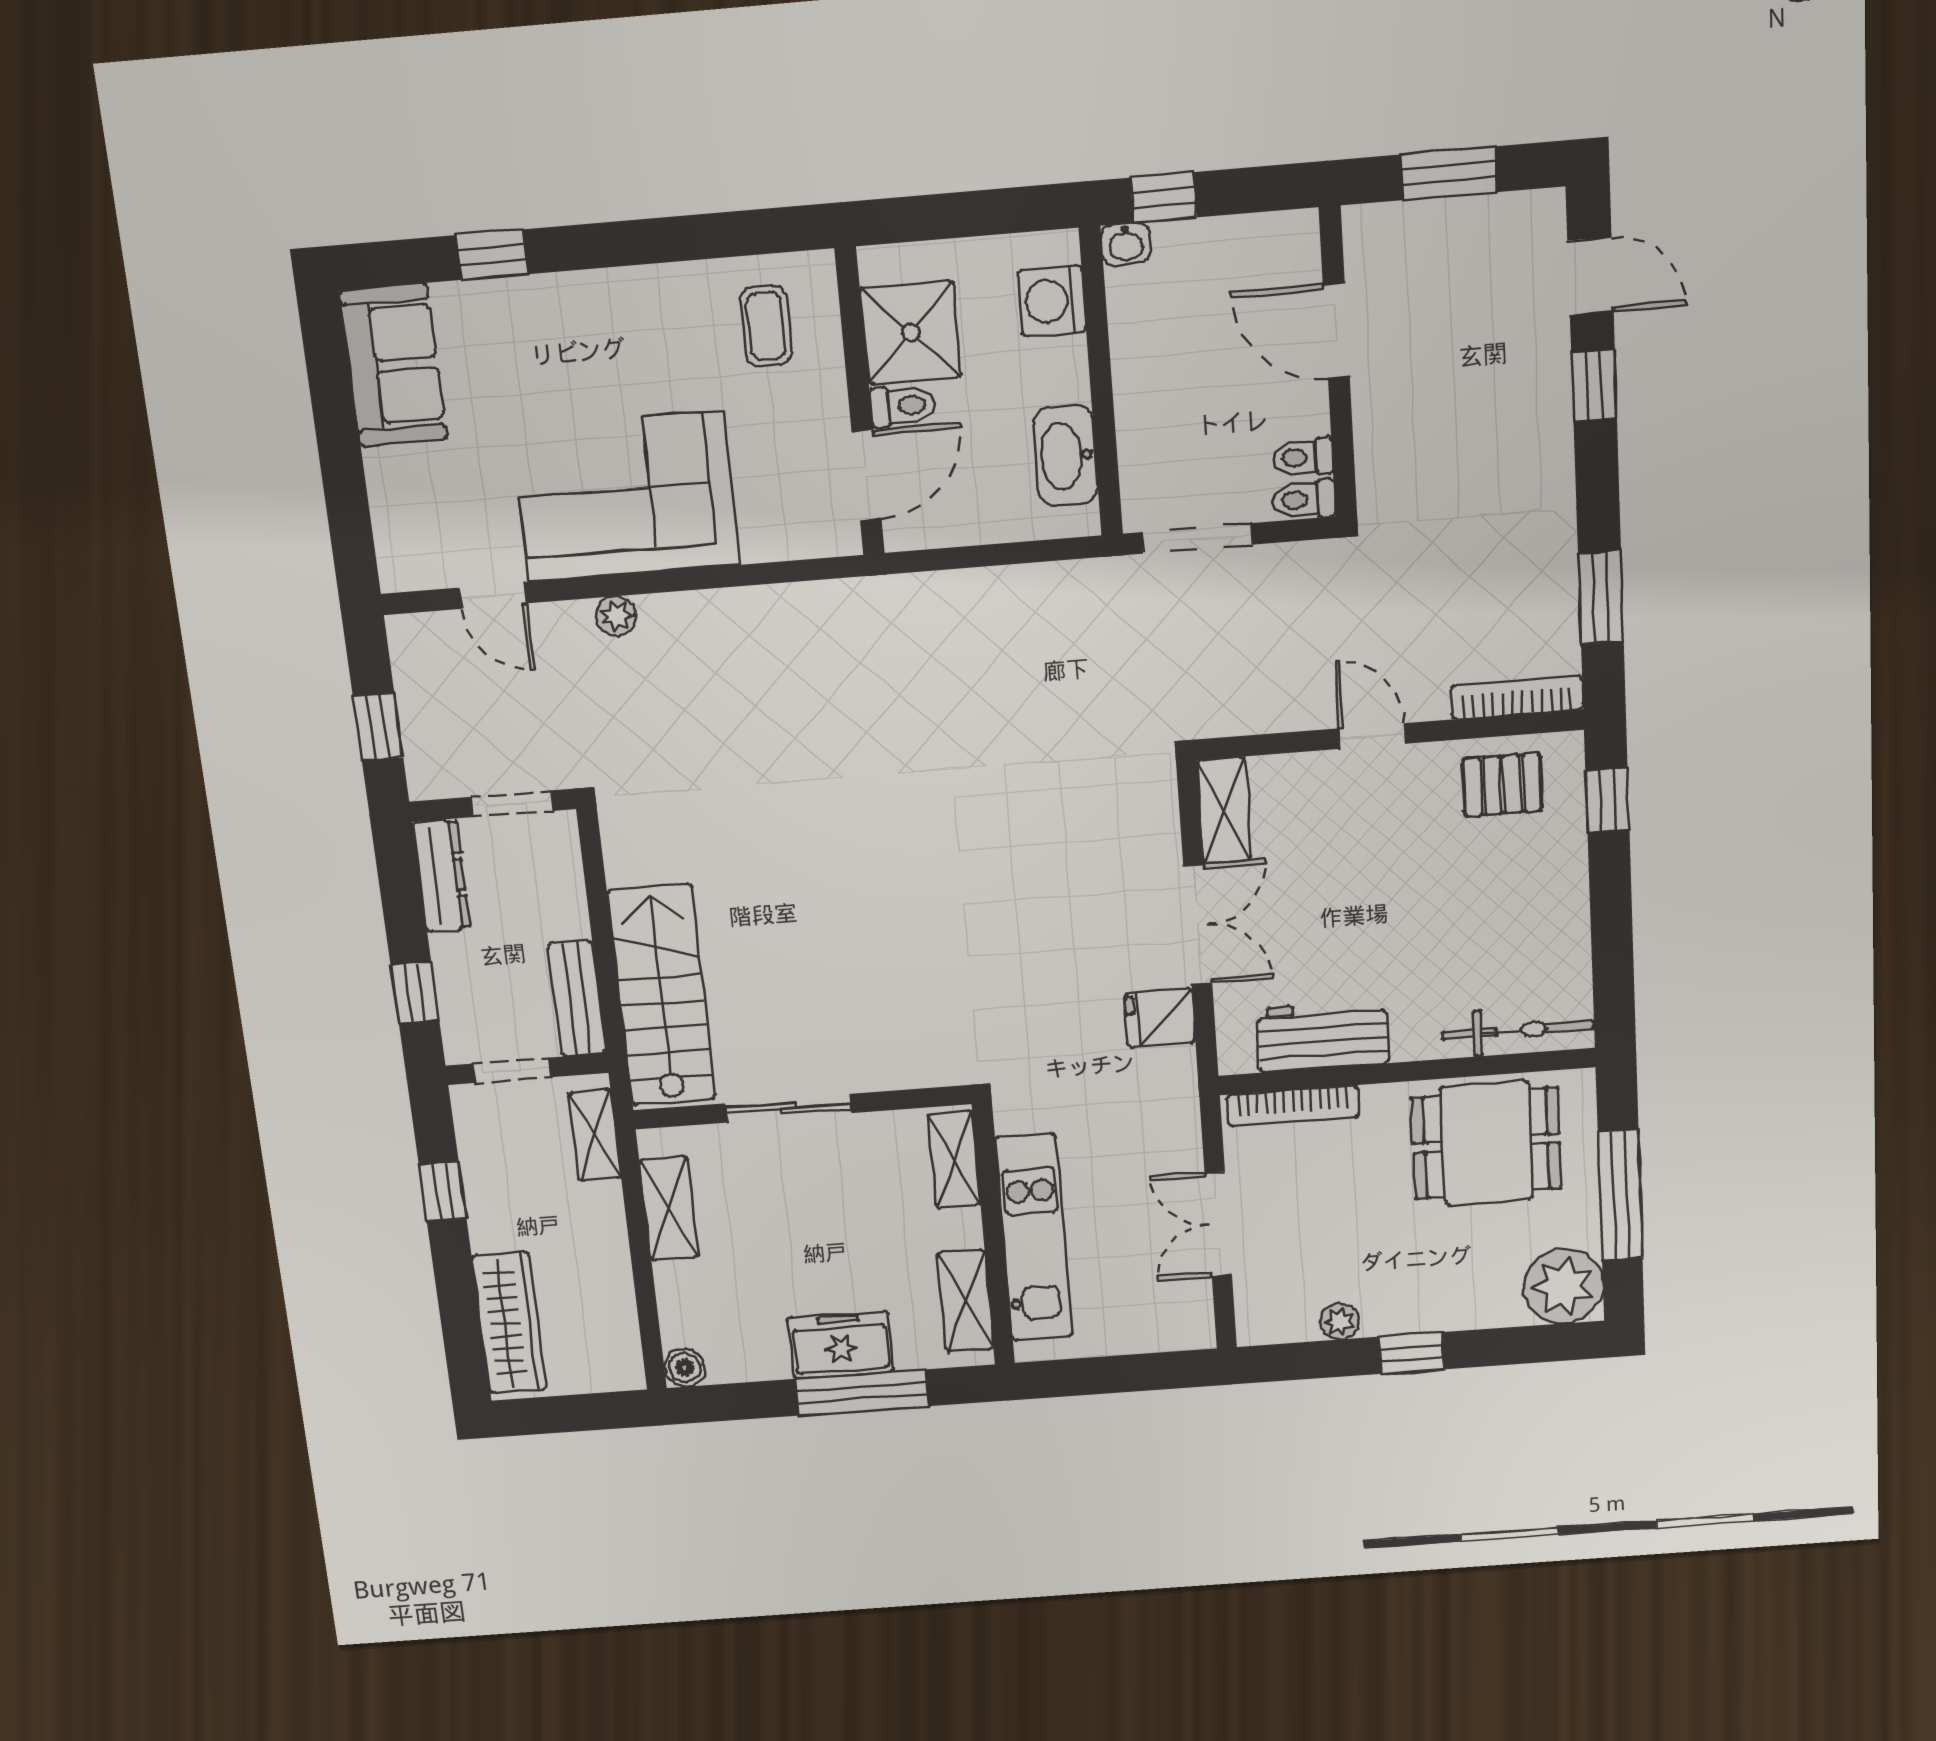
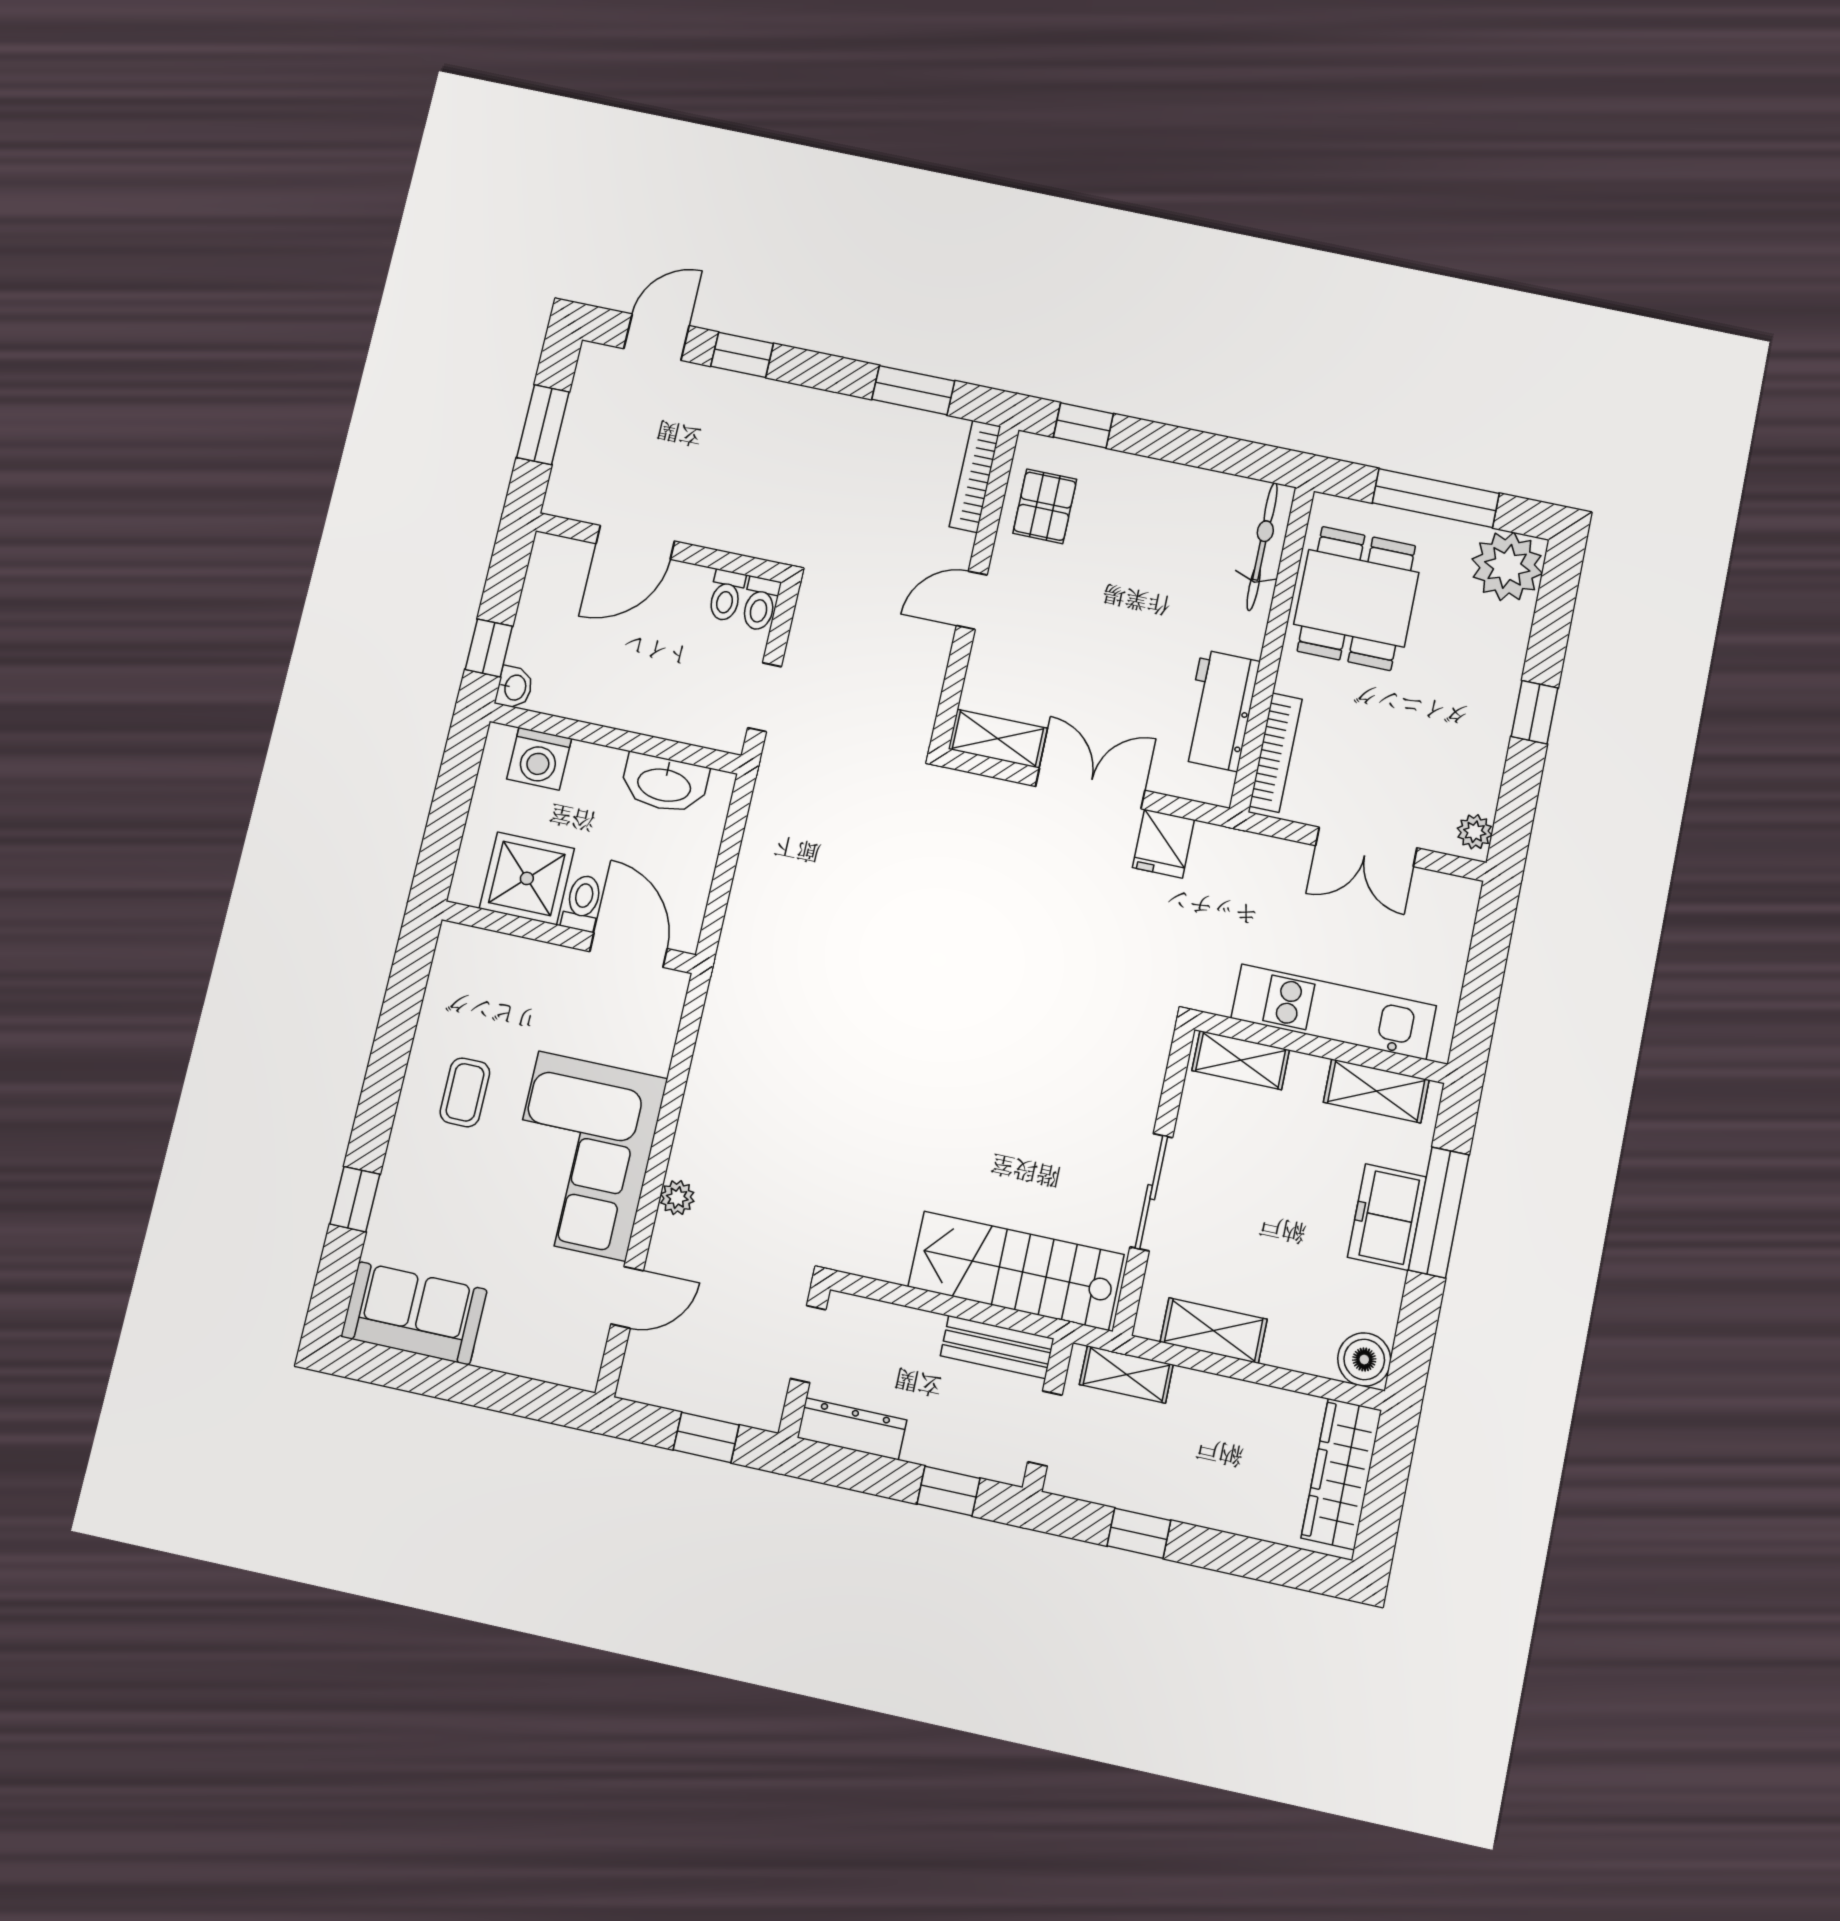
coffee table: (766, 326) -> (465, 1092), moved, turned 90
doorway: (1197, 538) -> (764, 697), width x0.73
plant: (1340, 1321) -> (1475, 832), moved
wardrobe: (509, 1323) -> (1341, 1474), moved, turned -90
boiler: (685, 1368) -> (1364, 1359), width x1.36, depth x1.36

